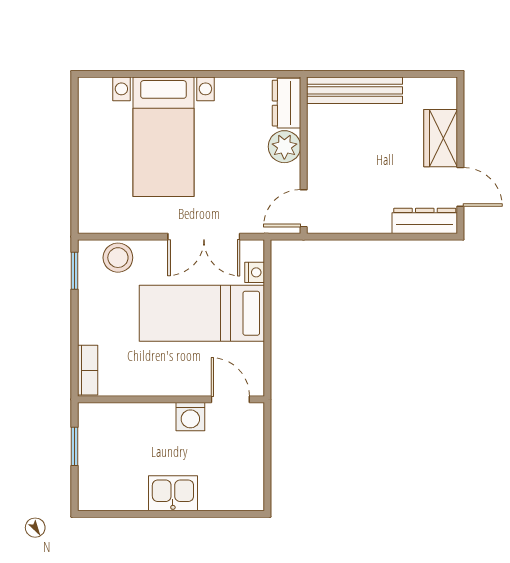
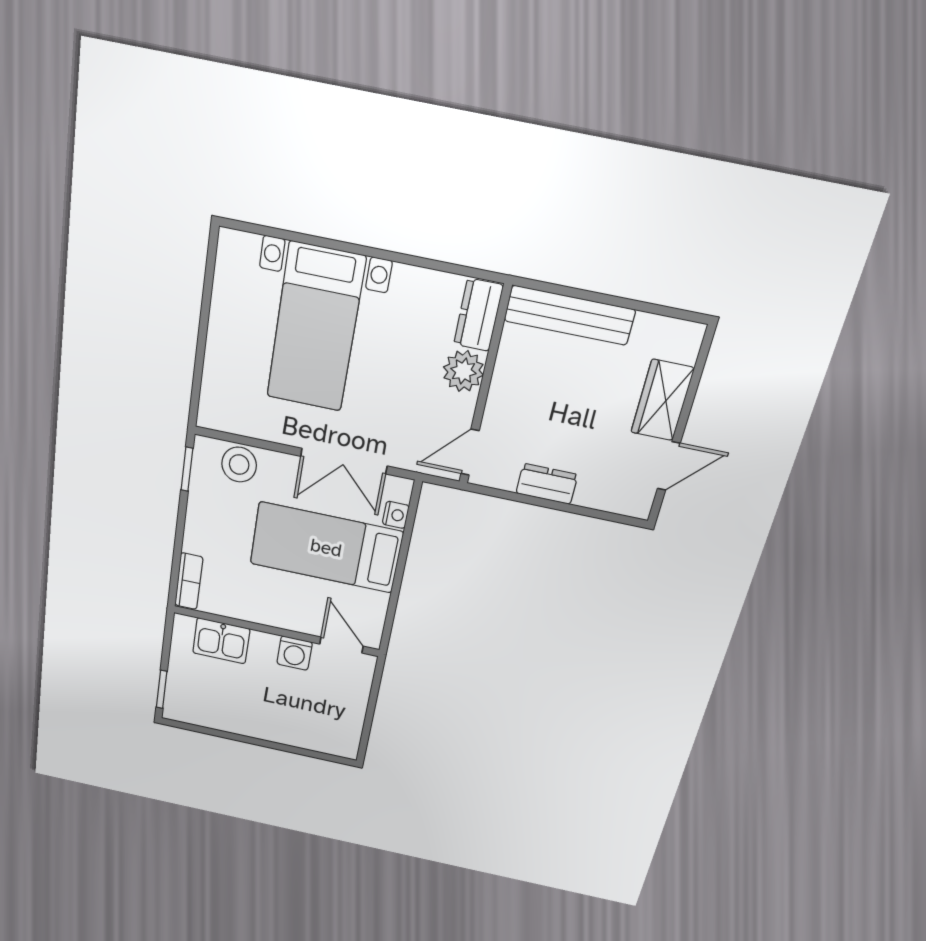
door: (460, 187) -> (669, 466), hinge flipped
dresser: (425, 221) -> (547, 484), moved, width x0.70
window: (75, 446) -> (162, 689), moved
kitchen sink: (173, 493) -> (221, 641), moved, turned 180

